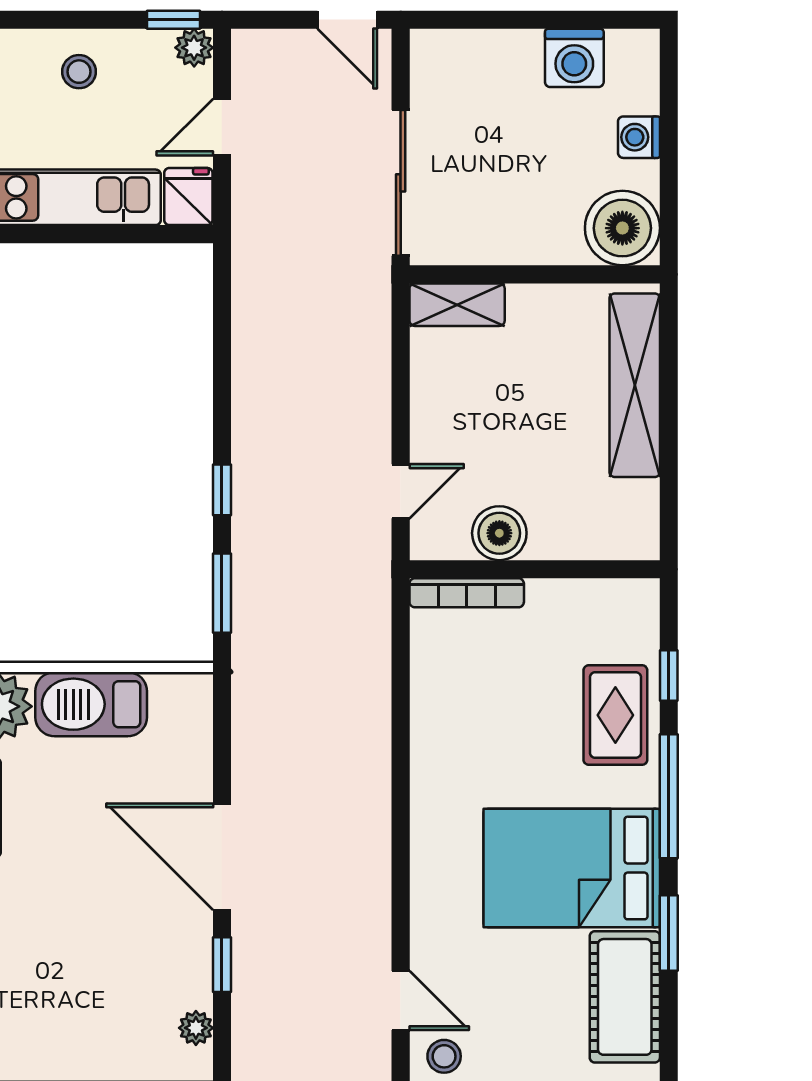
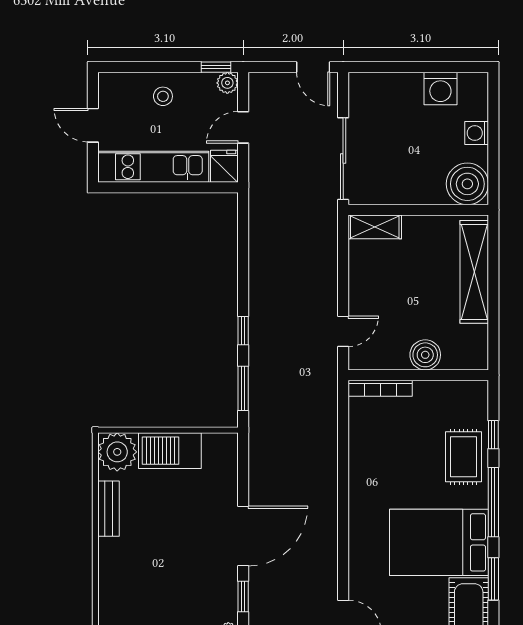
boiler: (499, 533) -> (425, 355), moved
door: (222, 857) -> (243, 536), swing flipped

